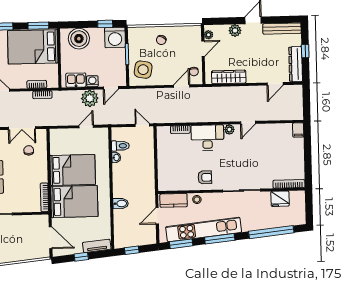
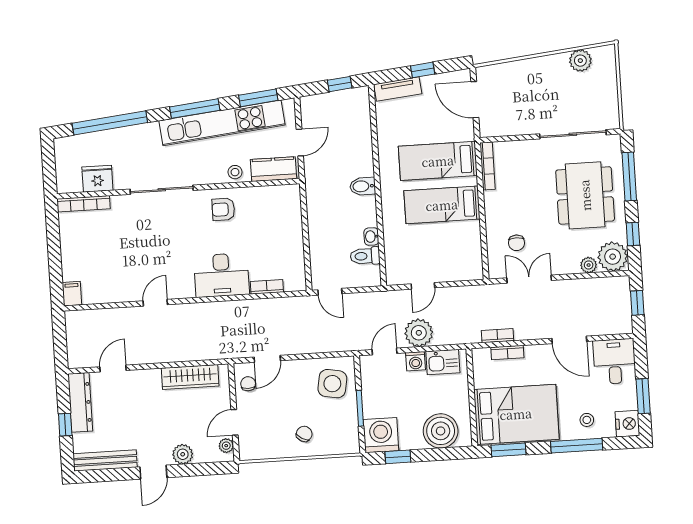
plant: (229, 129) -> (186, 290), removed
bed: (73, 170) -> (442, 205), width x0.67
bed: (74, 202) -> (438, 161), width x0.67
bidet: (121, 204) -> (363, 186), moved

